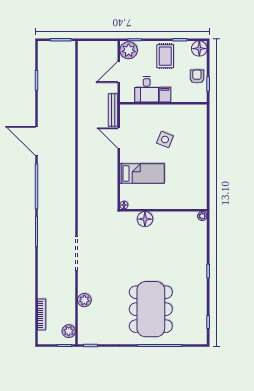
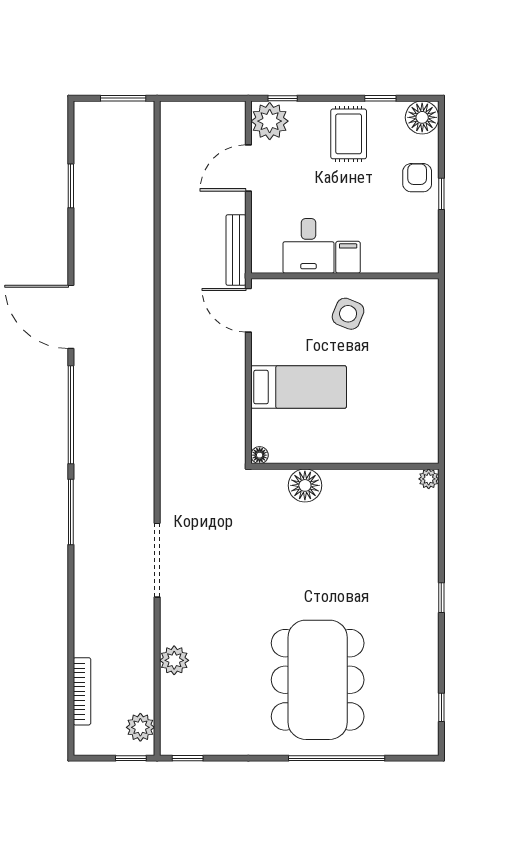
desk: (147, 89) -> (308, 246), moved
filing cabinet: (165, 95) -> (348, 257), moved
wall: (163, 103) -> (345, 276), moved

